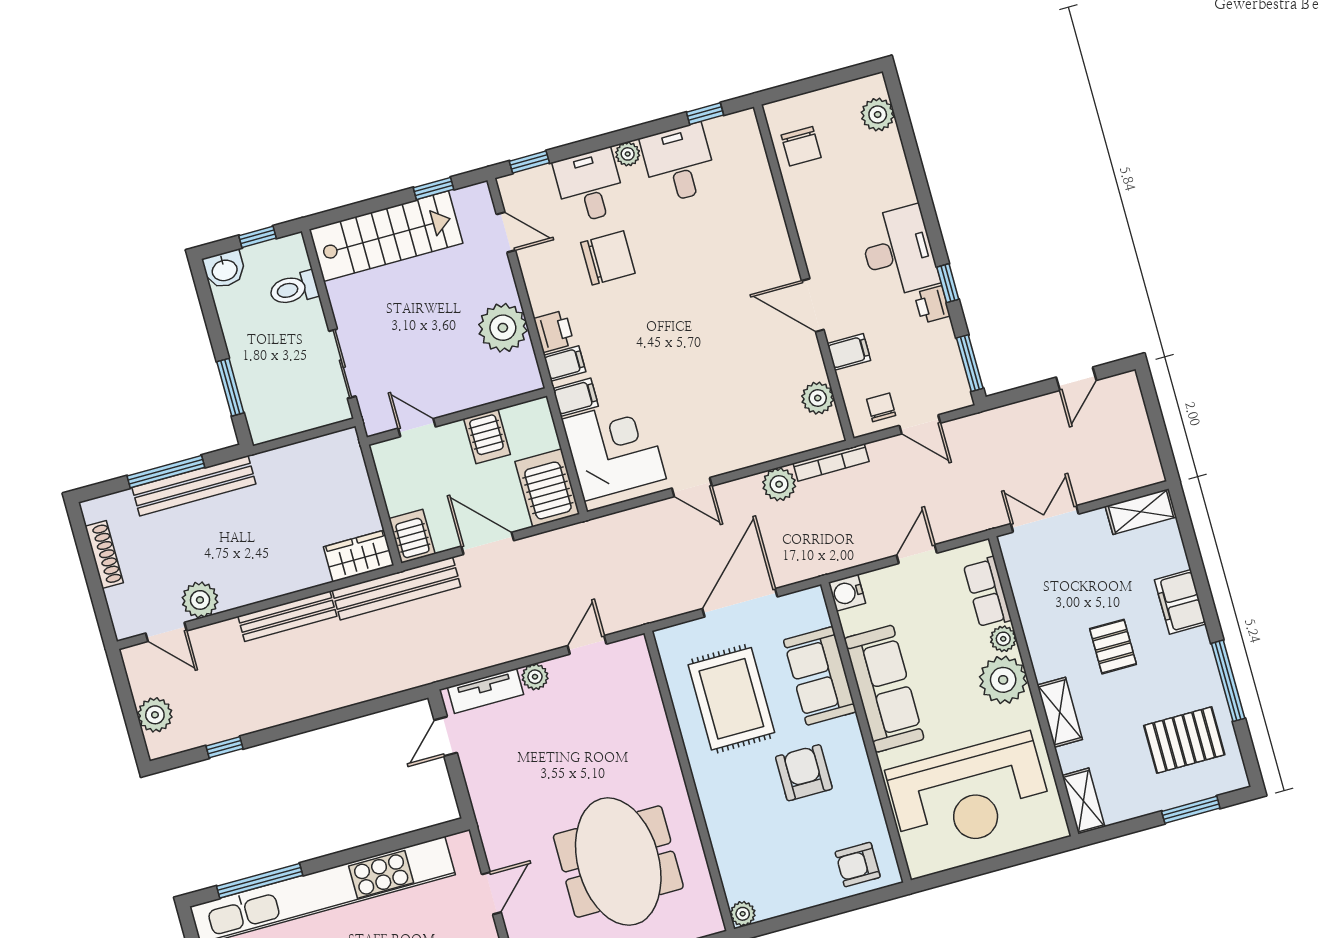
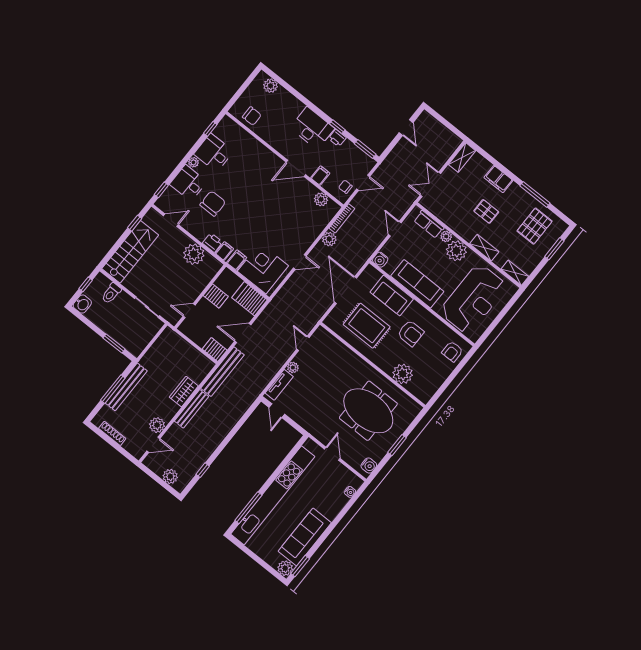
wardrobe: (359, 556) -> (184, 392), moved
armchair: (804, 773) -> (411, 333), turned 180
plant: (743, 914) -> (403, 374), moved, width x1.87, depth x1.87

